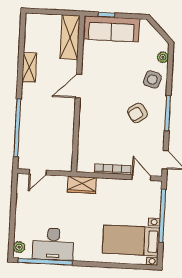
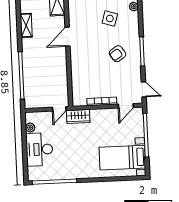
side table: (152, 80) -> (110, 18), moved
door: (38, 172) -> (59, 109), moved
door: (141, 178) -> (126, 106), swing flipped
desk: (53, 244) -> (39, 149), moved, turned 90
plant: (19, 247) -> (30, 128), moved

